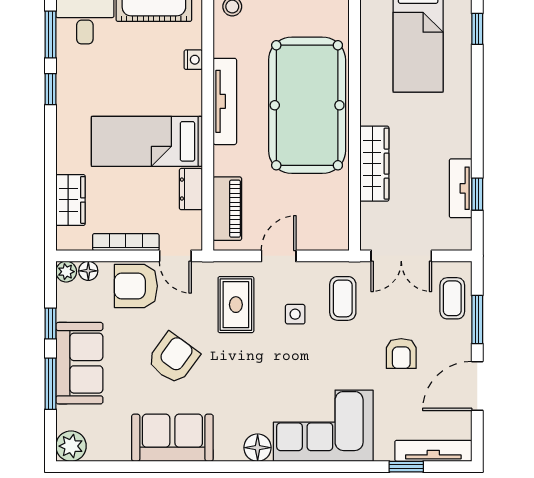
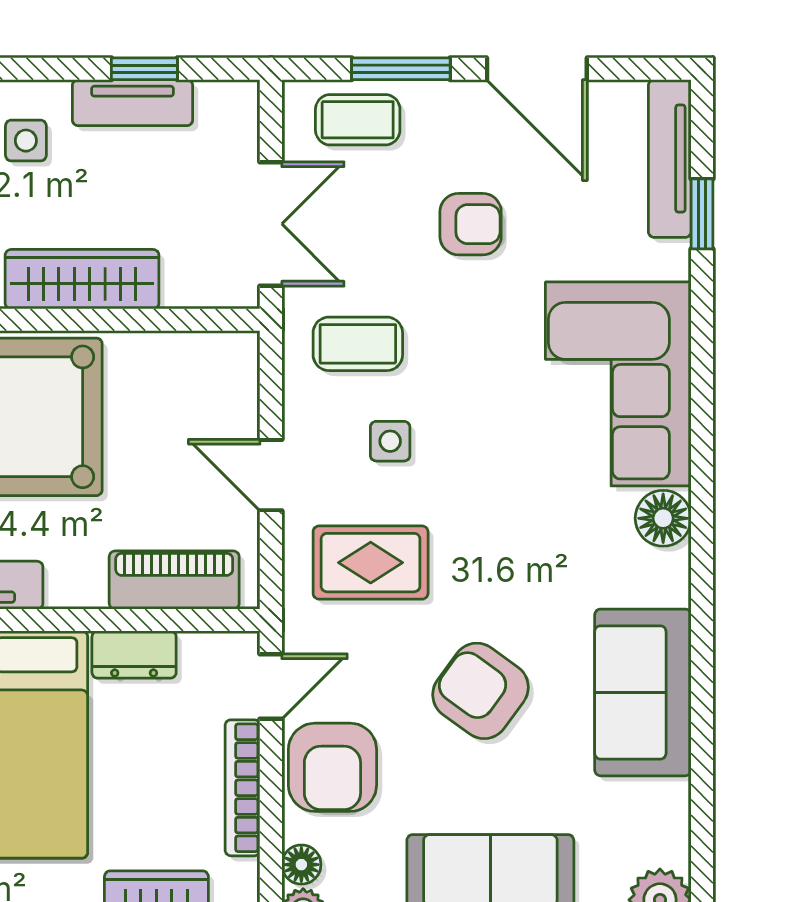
side table: (442, 136) -> (26, 141), added

